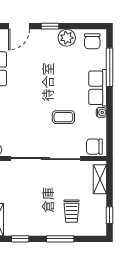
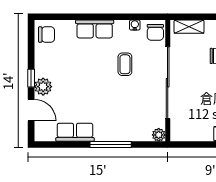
plant: (67, 38) -> (43, 87), moved
window: (110, 67) -> (73, 17), removed
water cooler: (101, 112) -> (135, 25), moved

